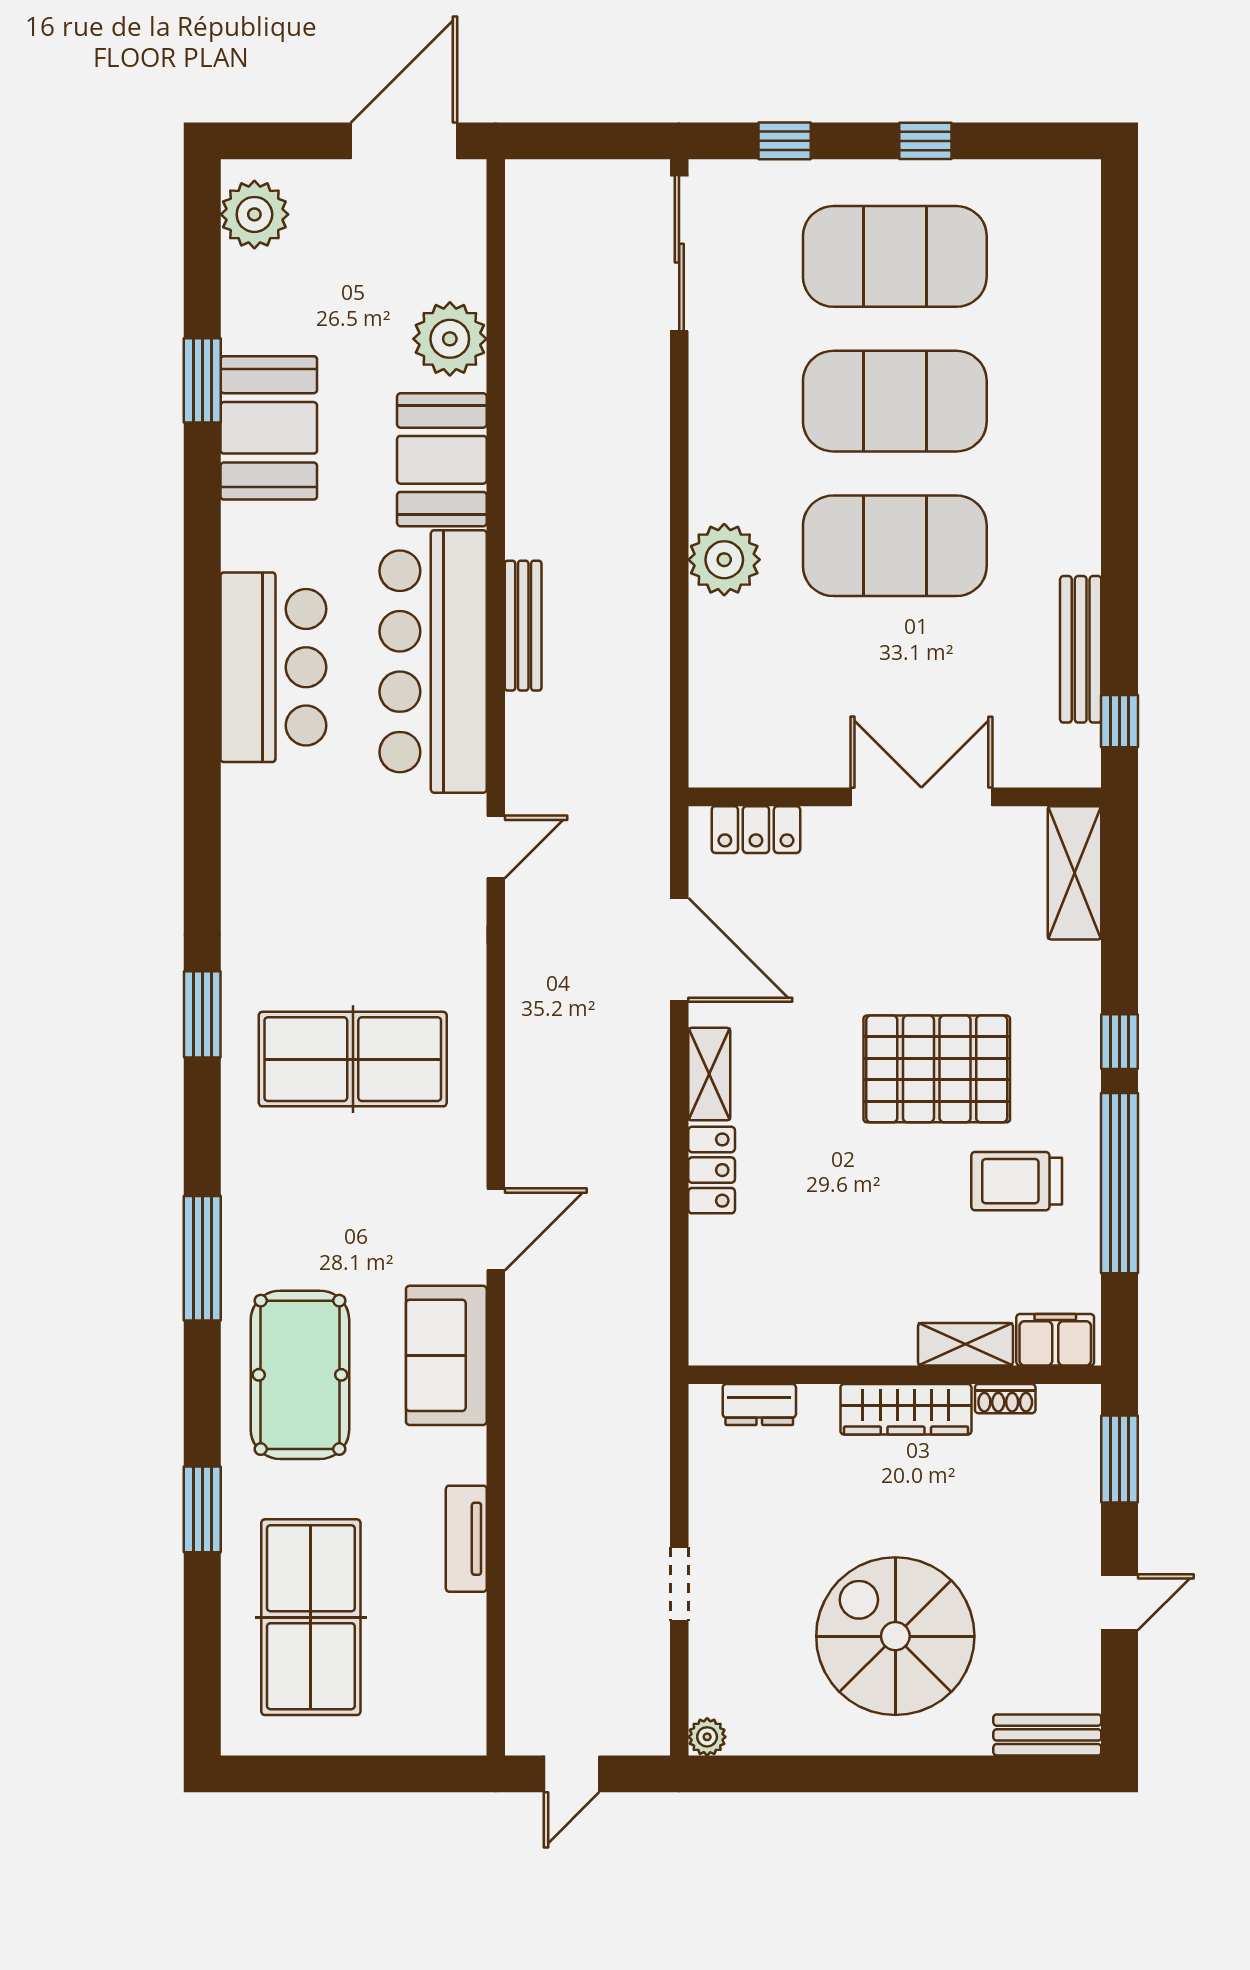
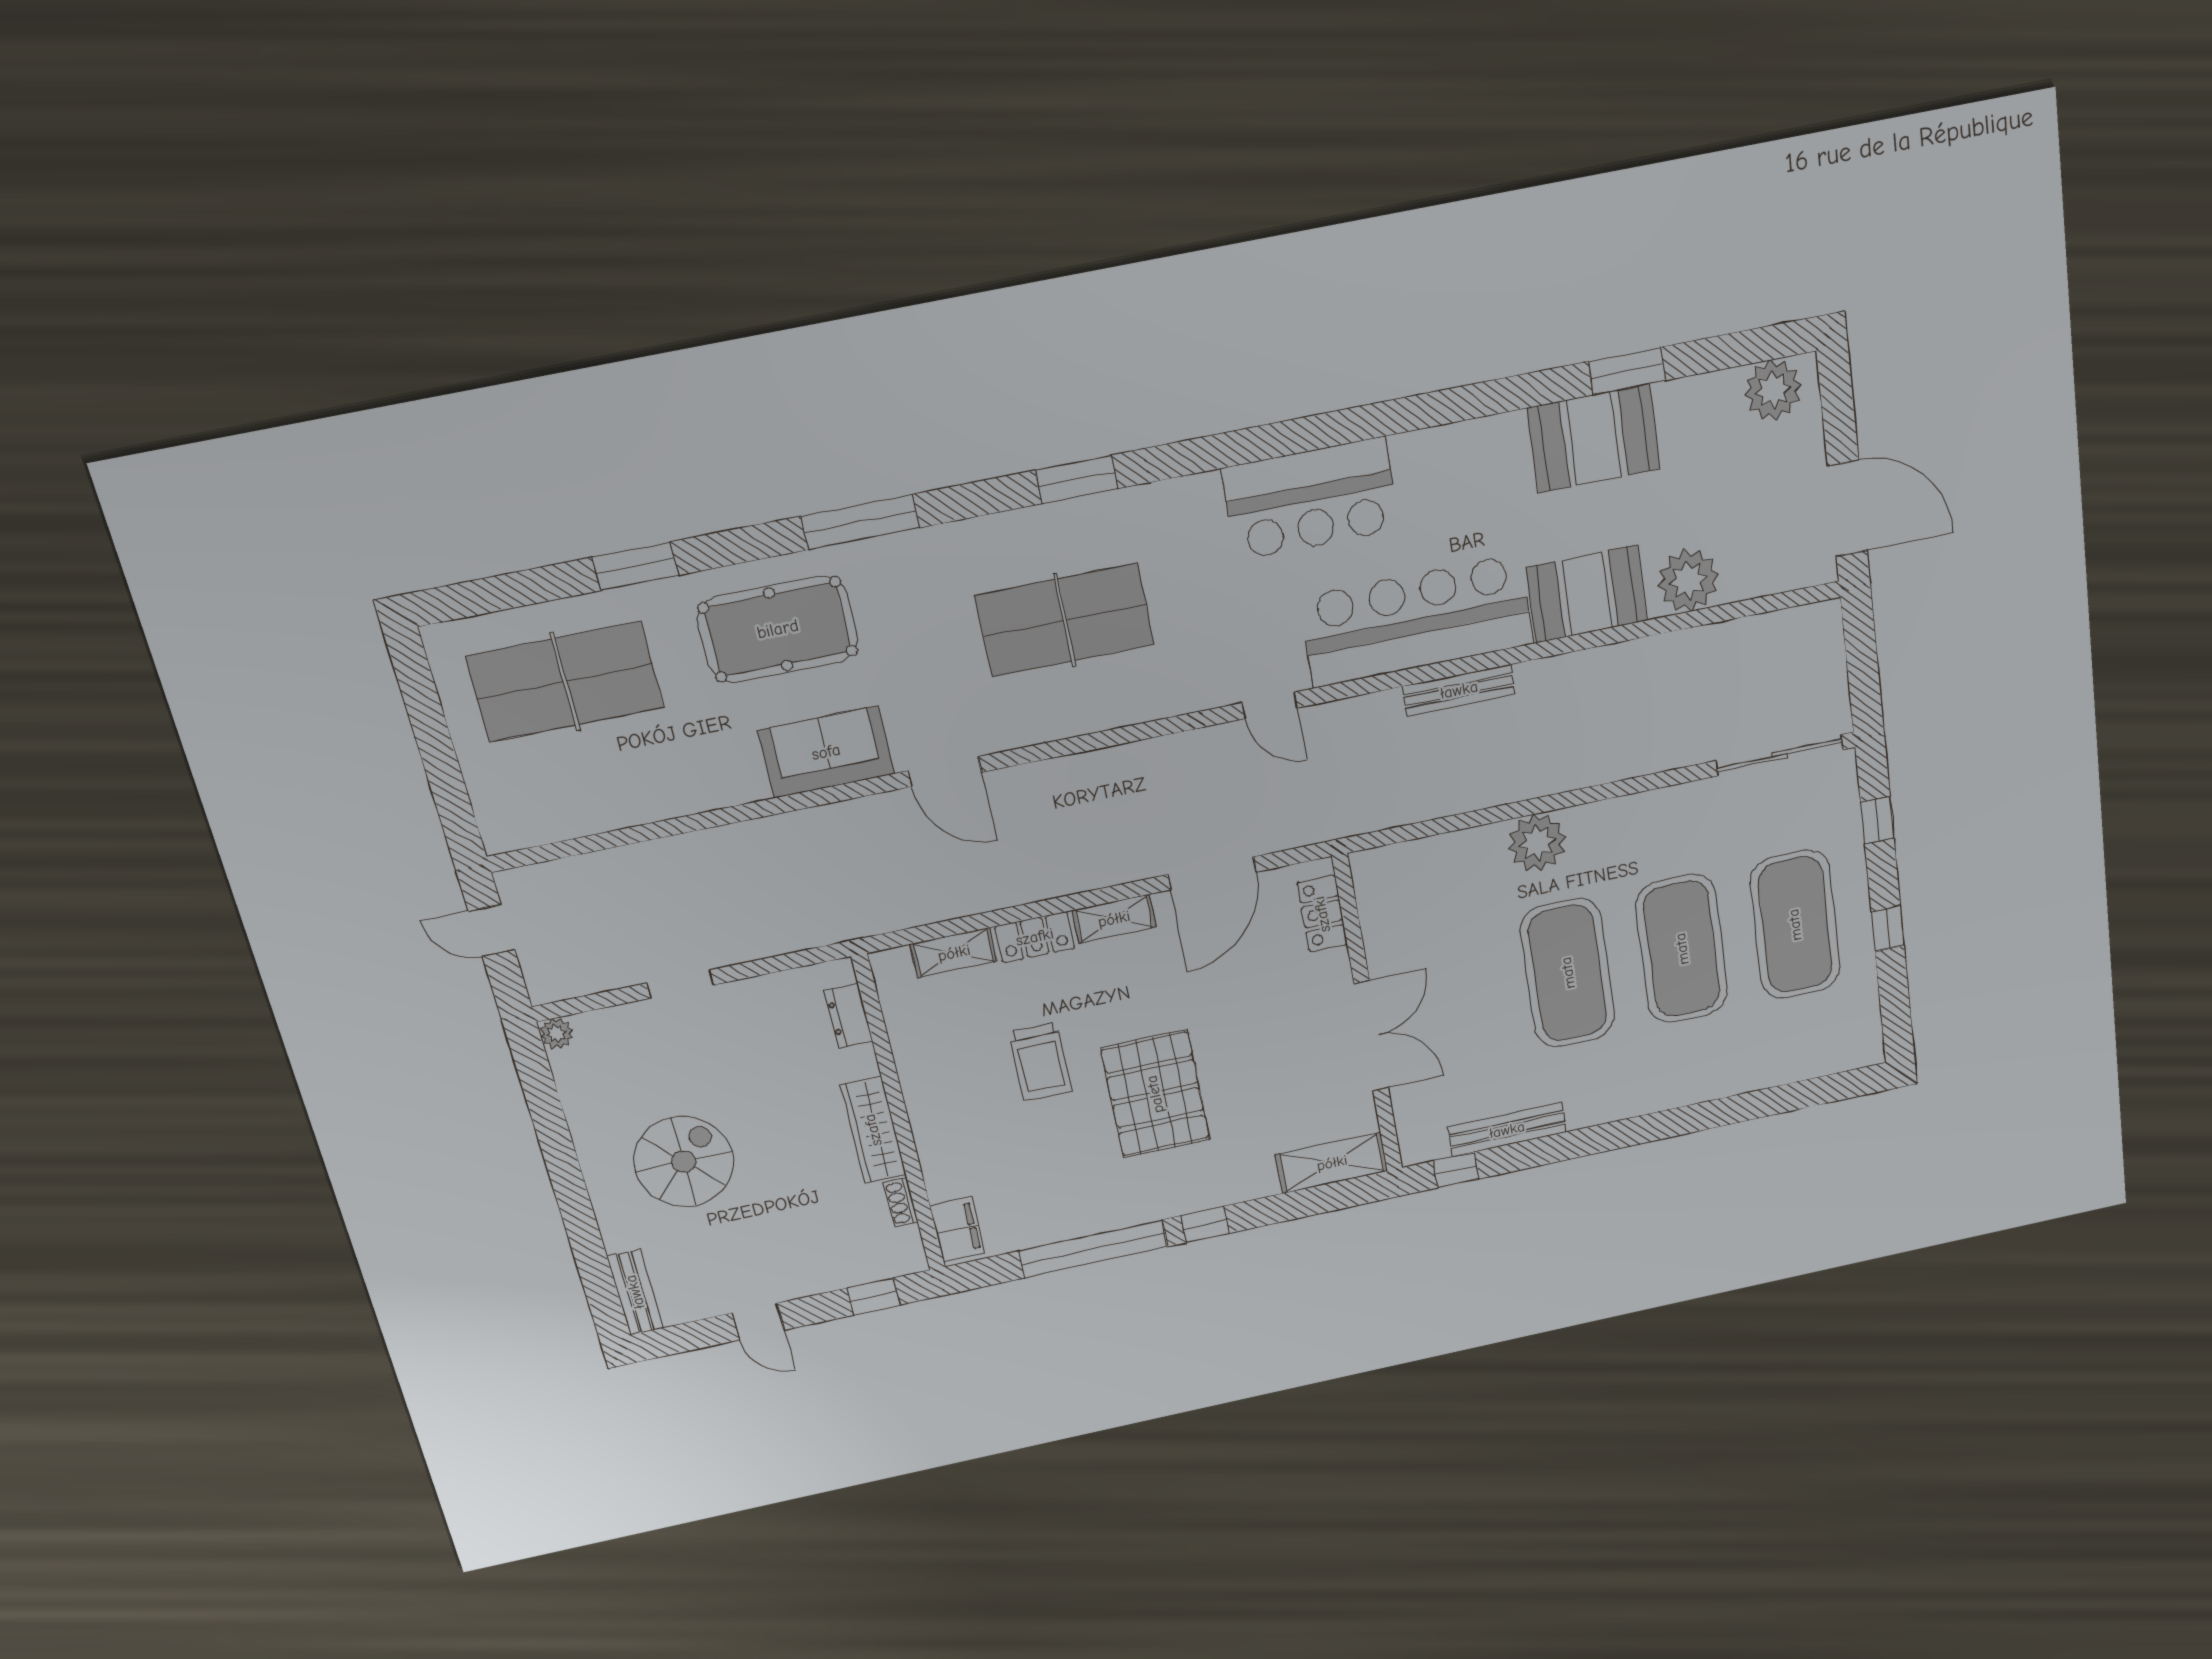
bar counter: (273, 667) -> (1311, 499), moved
table tennis table: (353, 1059) -> (1065, 620), turned 90
trolley: (1017, 1181) -> (1040, 1062), moved, turned 180
shelving: (965, 1344) -> (954, 953), moved, turned 90
window: (1120, 1459) -> (873, 1297), width x0.67
tv unit: (466, 1539) -> (671, 801), removed
spiral stairs: (895, 1636) -> (684, 1162), width x0.73, depth x0.73

